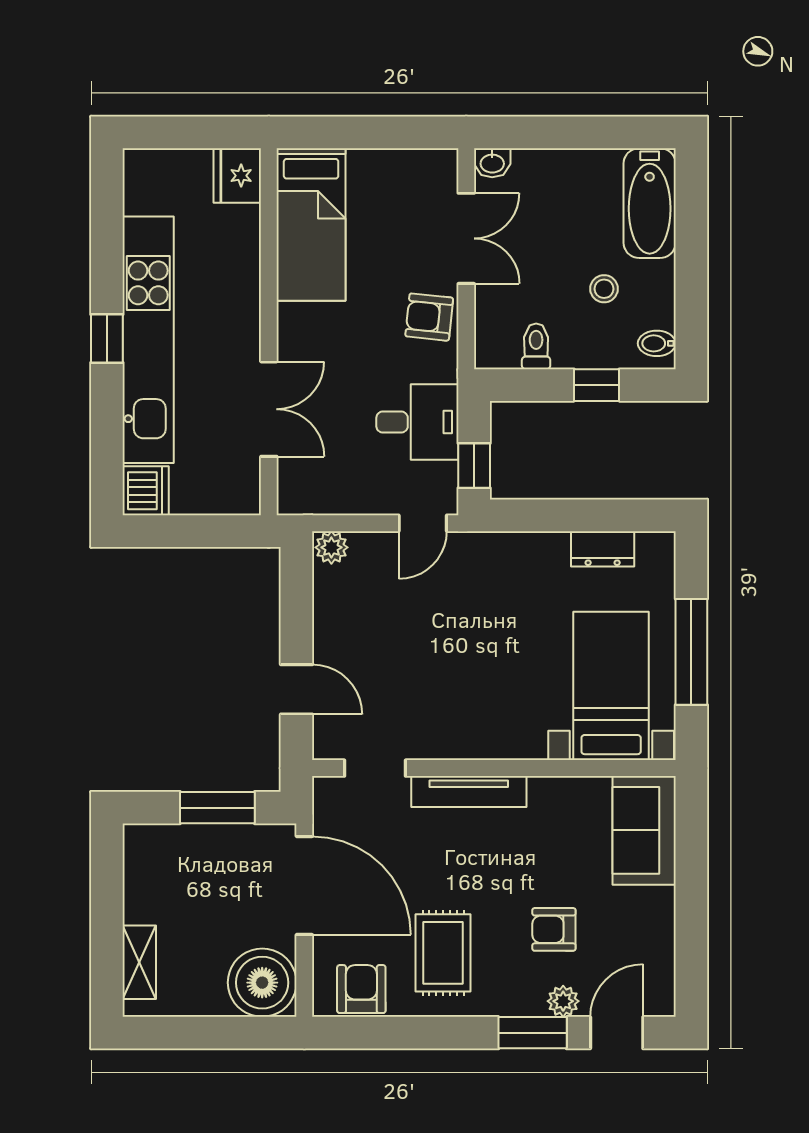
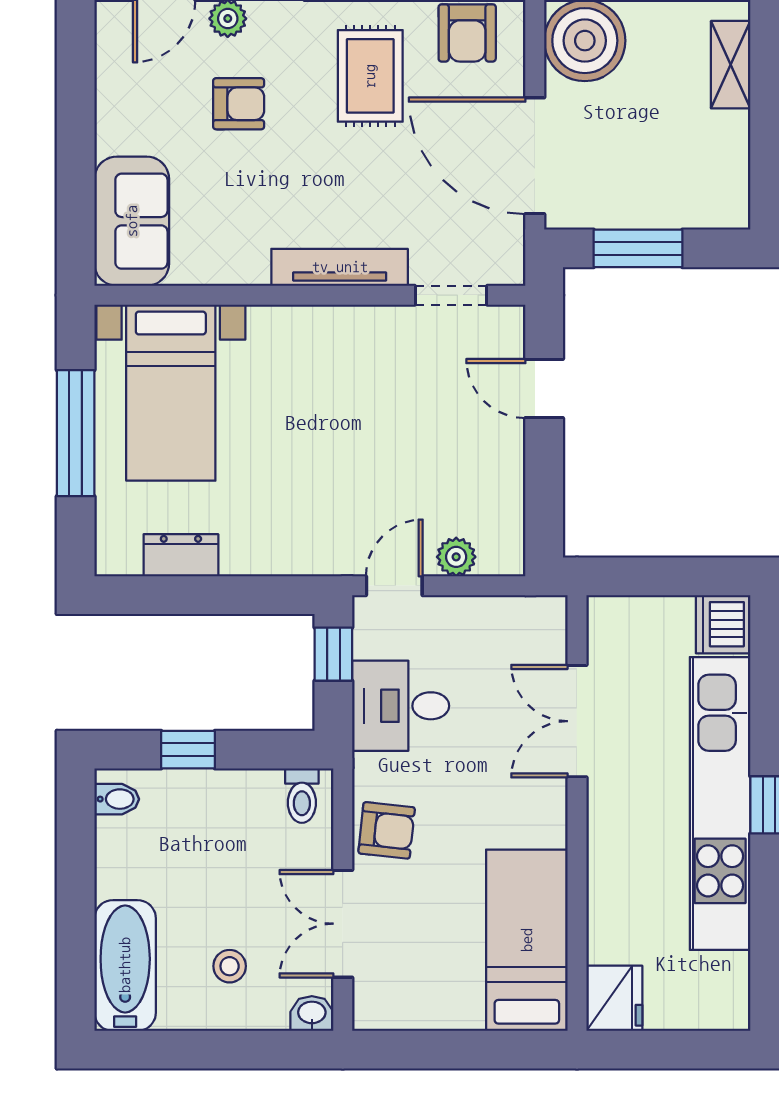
stool: (604, 289) -> (230, 966), moved
toilet: (536, 346) -> (302, 796), moved
plant: (331, 547) -> (456, 557), moved

